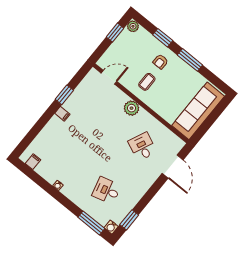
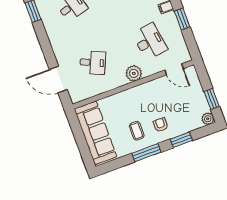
door: (109, 77) -> (174, 69), hinge flipped
coffee table: (147, 82) -> (137, 131), moved
desk: (98, 110) -> (150, 42), added

